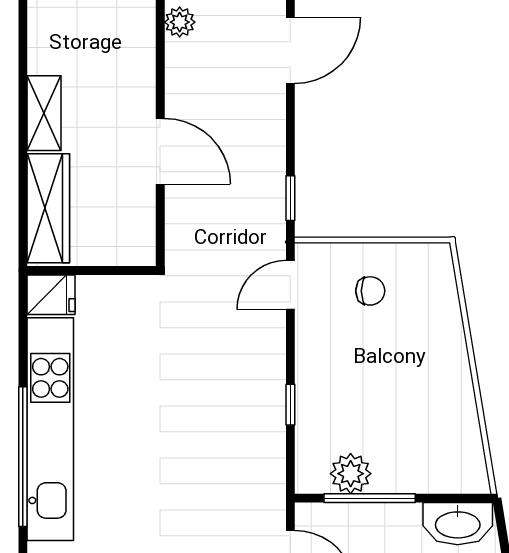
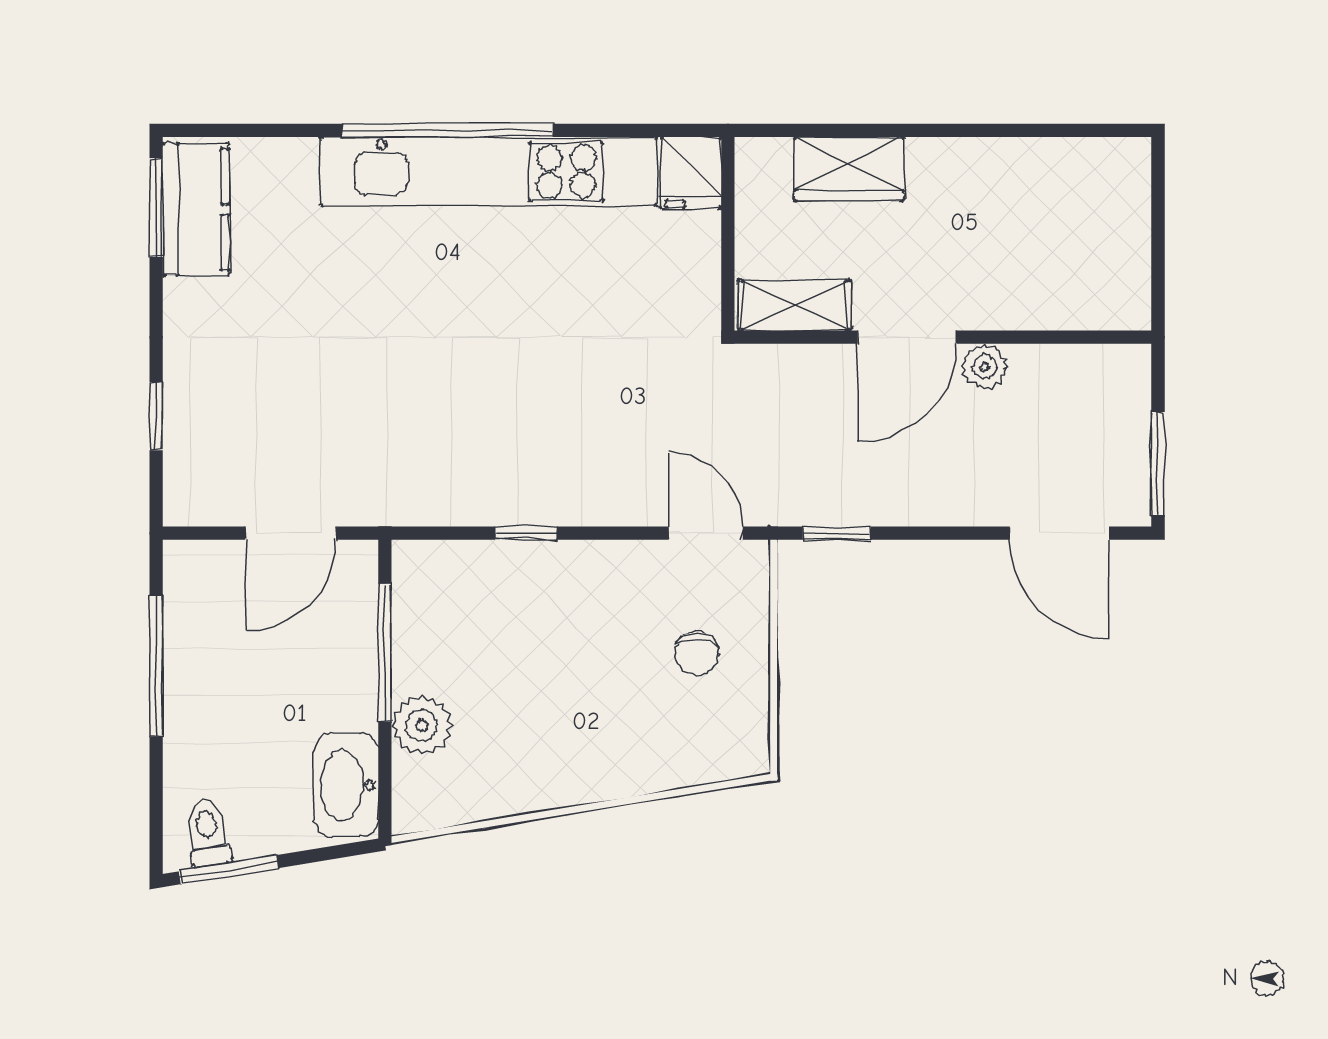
plant: (180, 22) -> (985, 367), moved
shelving: (44, 113) -> (794, 305), moved
wardrobe: (48, 208) -> (849, 169), width x0.67
plant: (351, 474) -> (422, 725), moved

